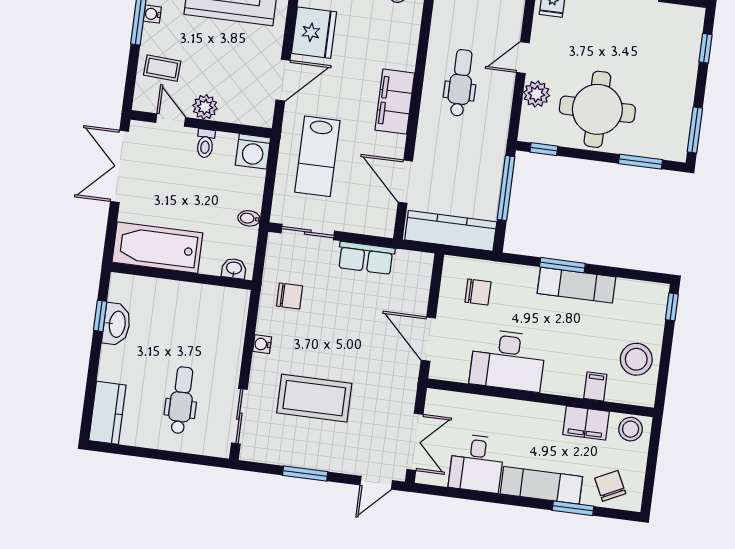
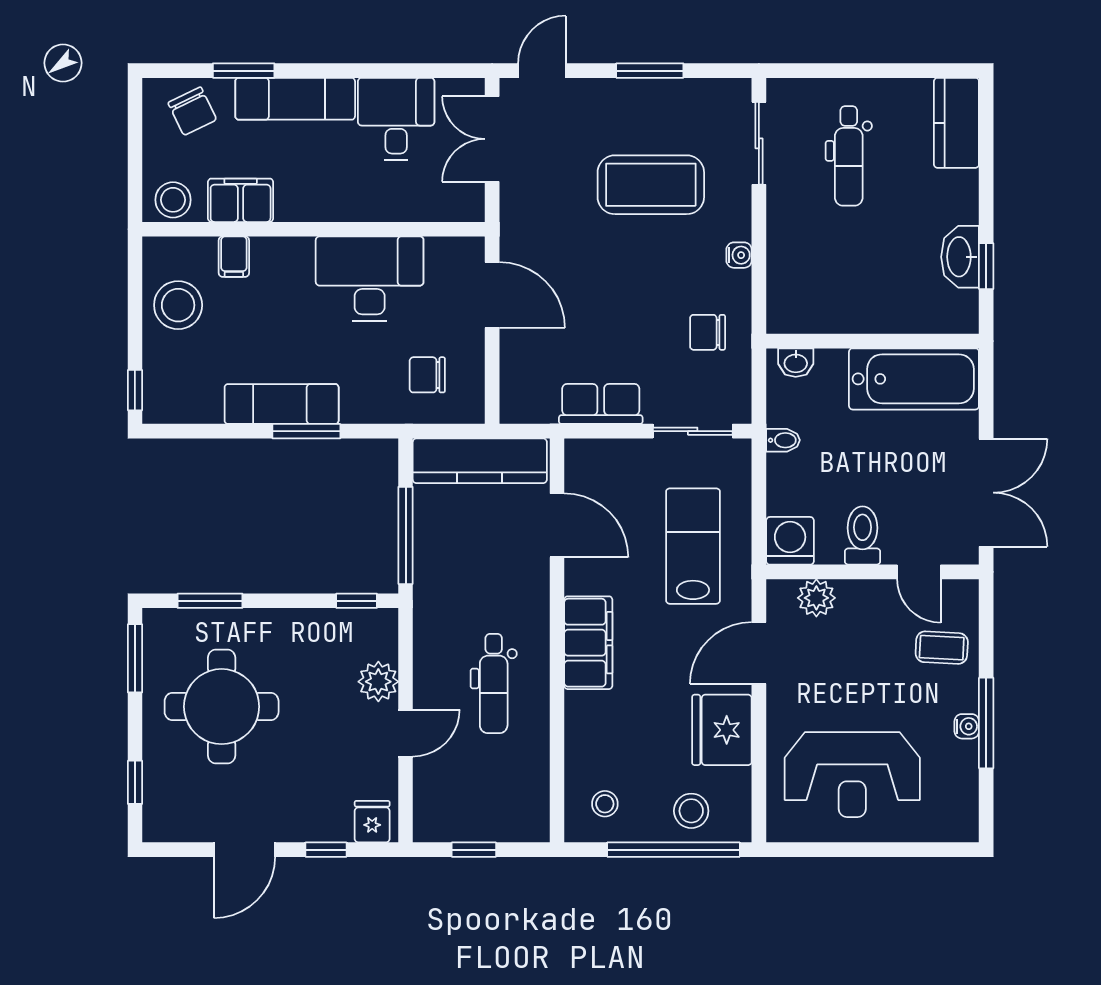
plant: (205, 107) -> (816, 598), moved
round table: (597, 109) -> (222, 707), moved
toilet: (205, 143) -> (862, 535), width x1.37, depth x1.39

